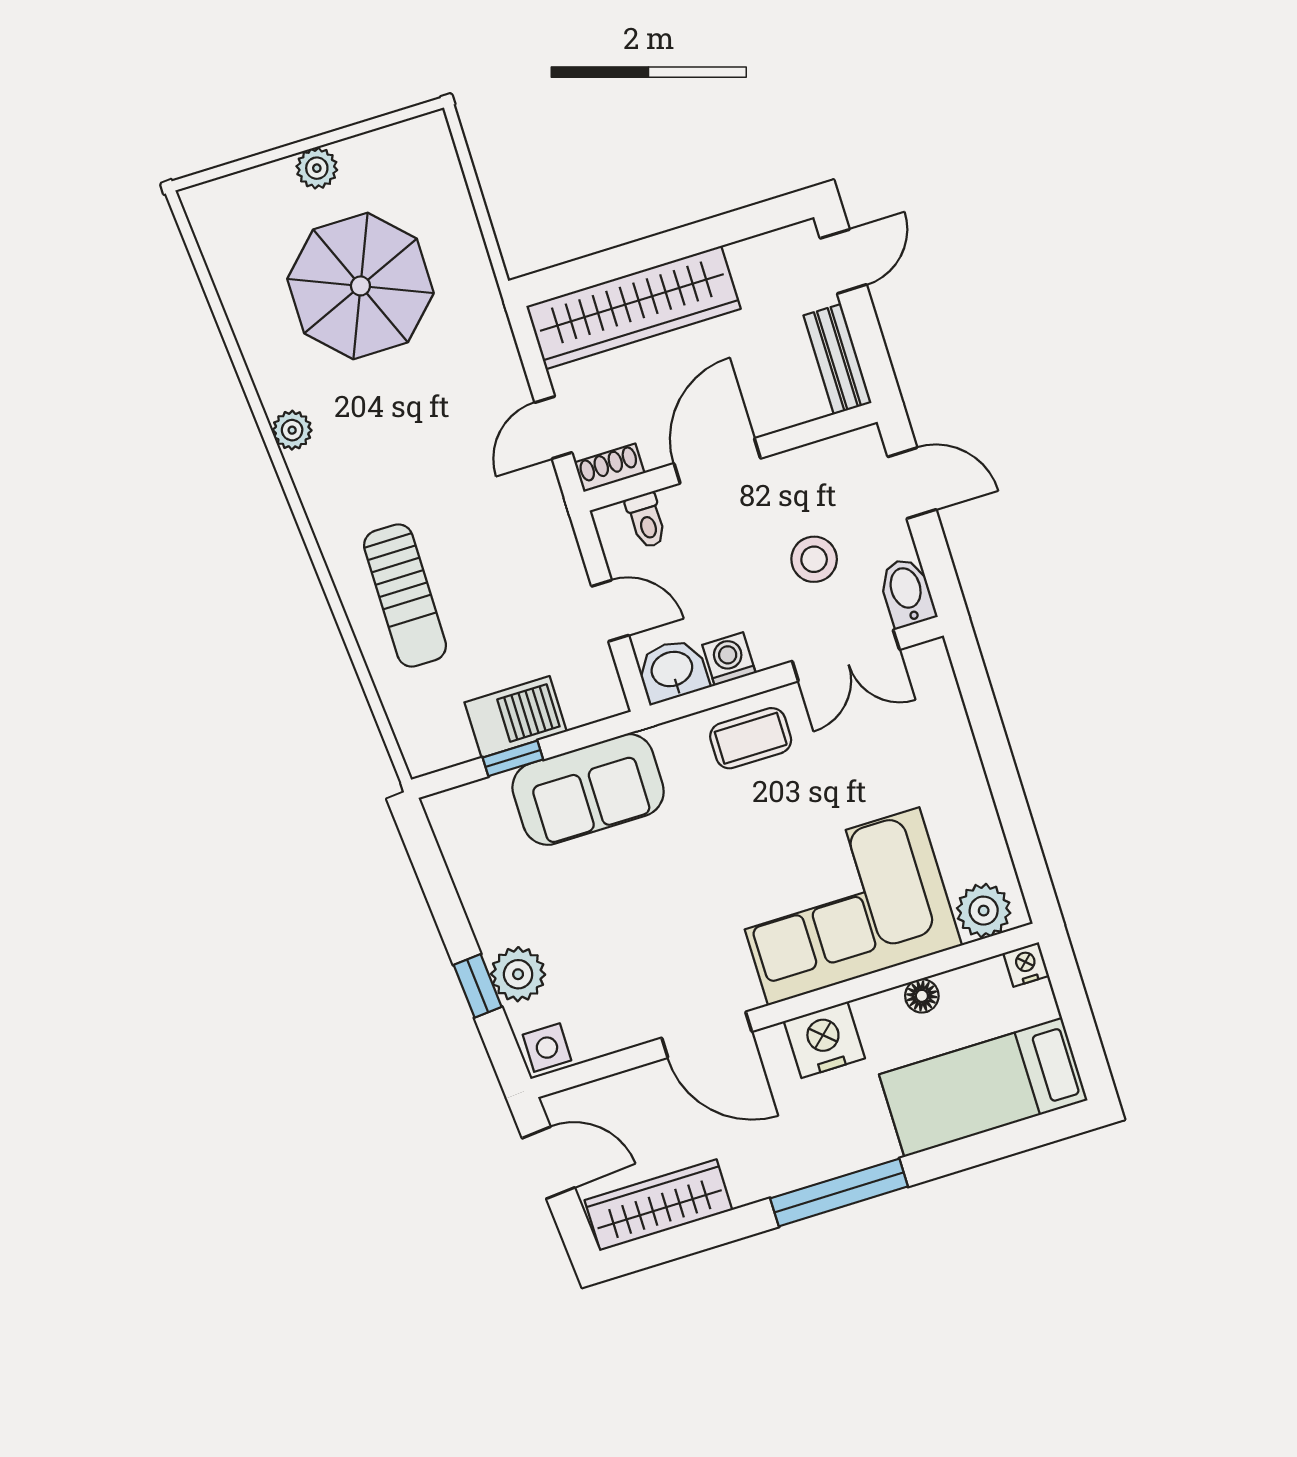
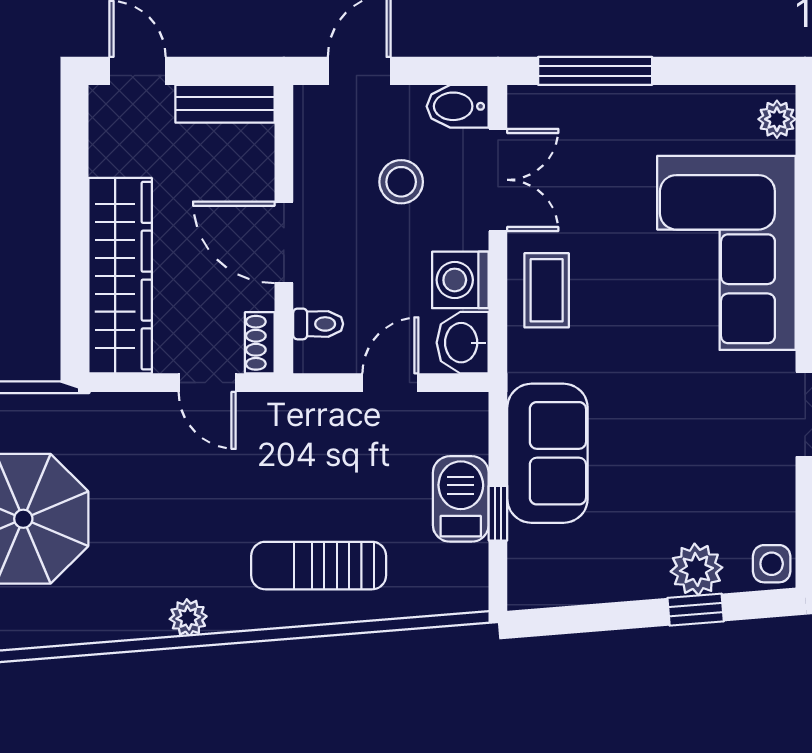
plant: (292, 430) -> (188, 618), moved
sun lounger: (405, 596) -> (319, 566), turned 180
washing machine: (729, 659) -> (460, 280), width x1.38, depth x1.38
window: (985, 719) -> (595, 71), added
plant: (984, 911) -> (777, 119), width x0.73, depth x0.73

